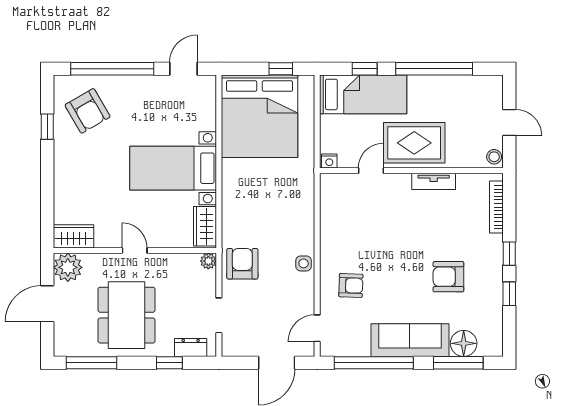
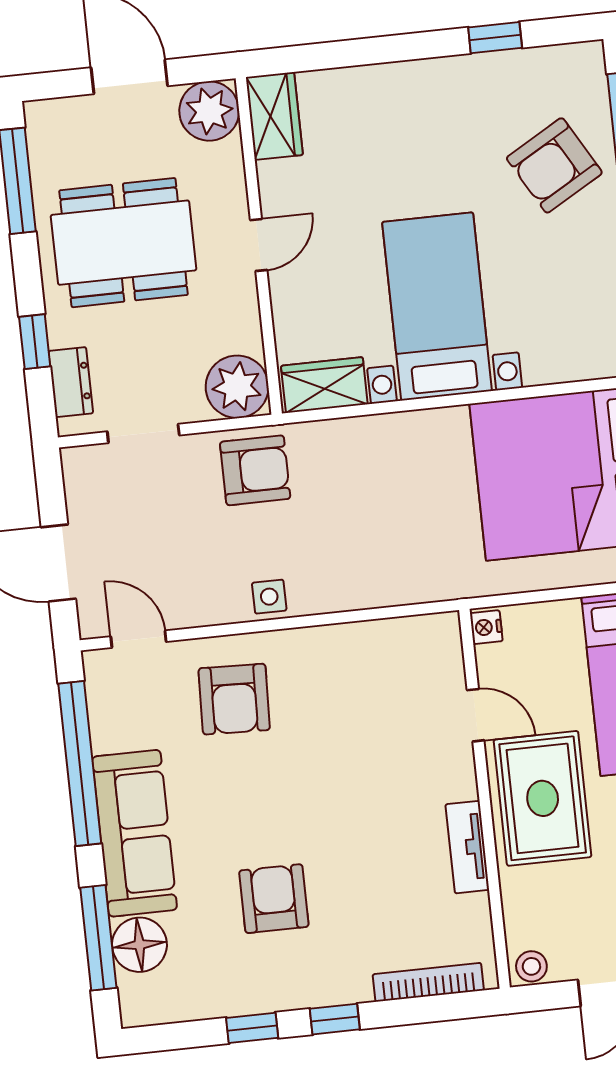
armchair: (88, 111) -> (554, 165), moved
plant: (208, 261) -> (237, 387), width x1.88, depth x1.88
armchair: (351, 285) -> (234, 699), width x1.38, depth x1.38

